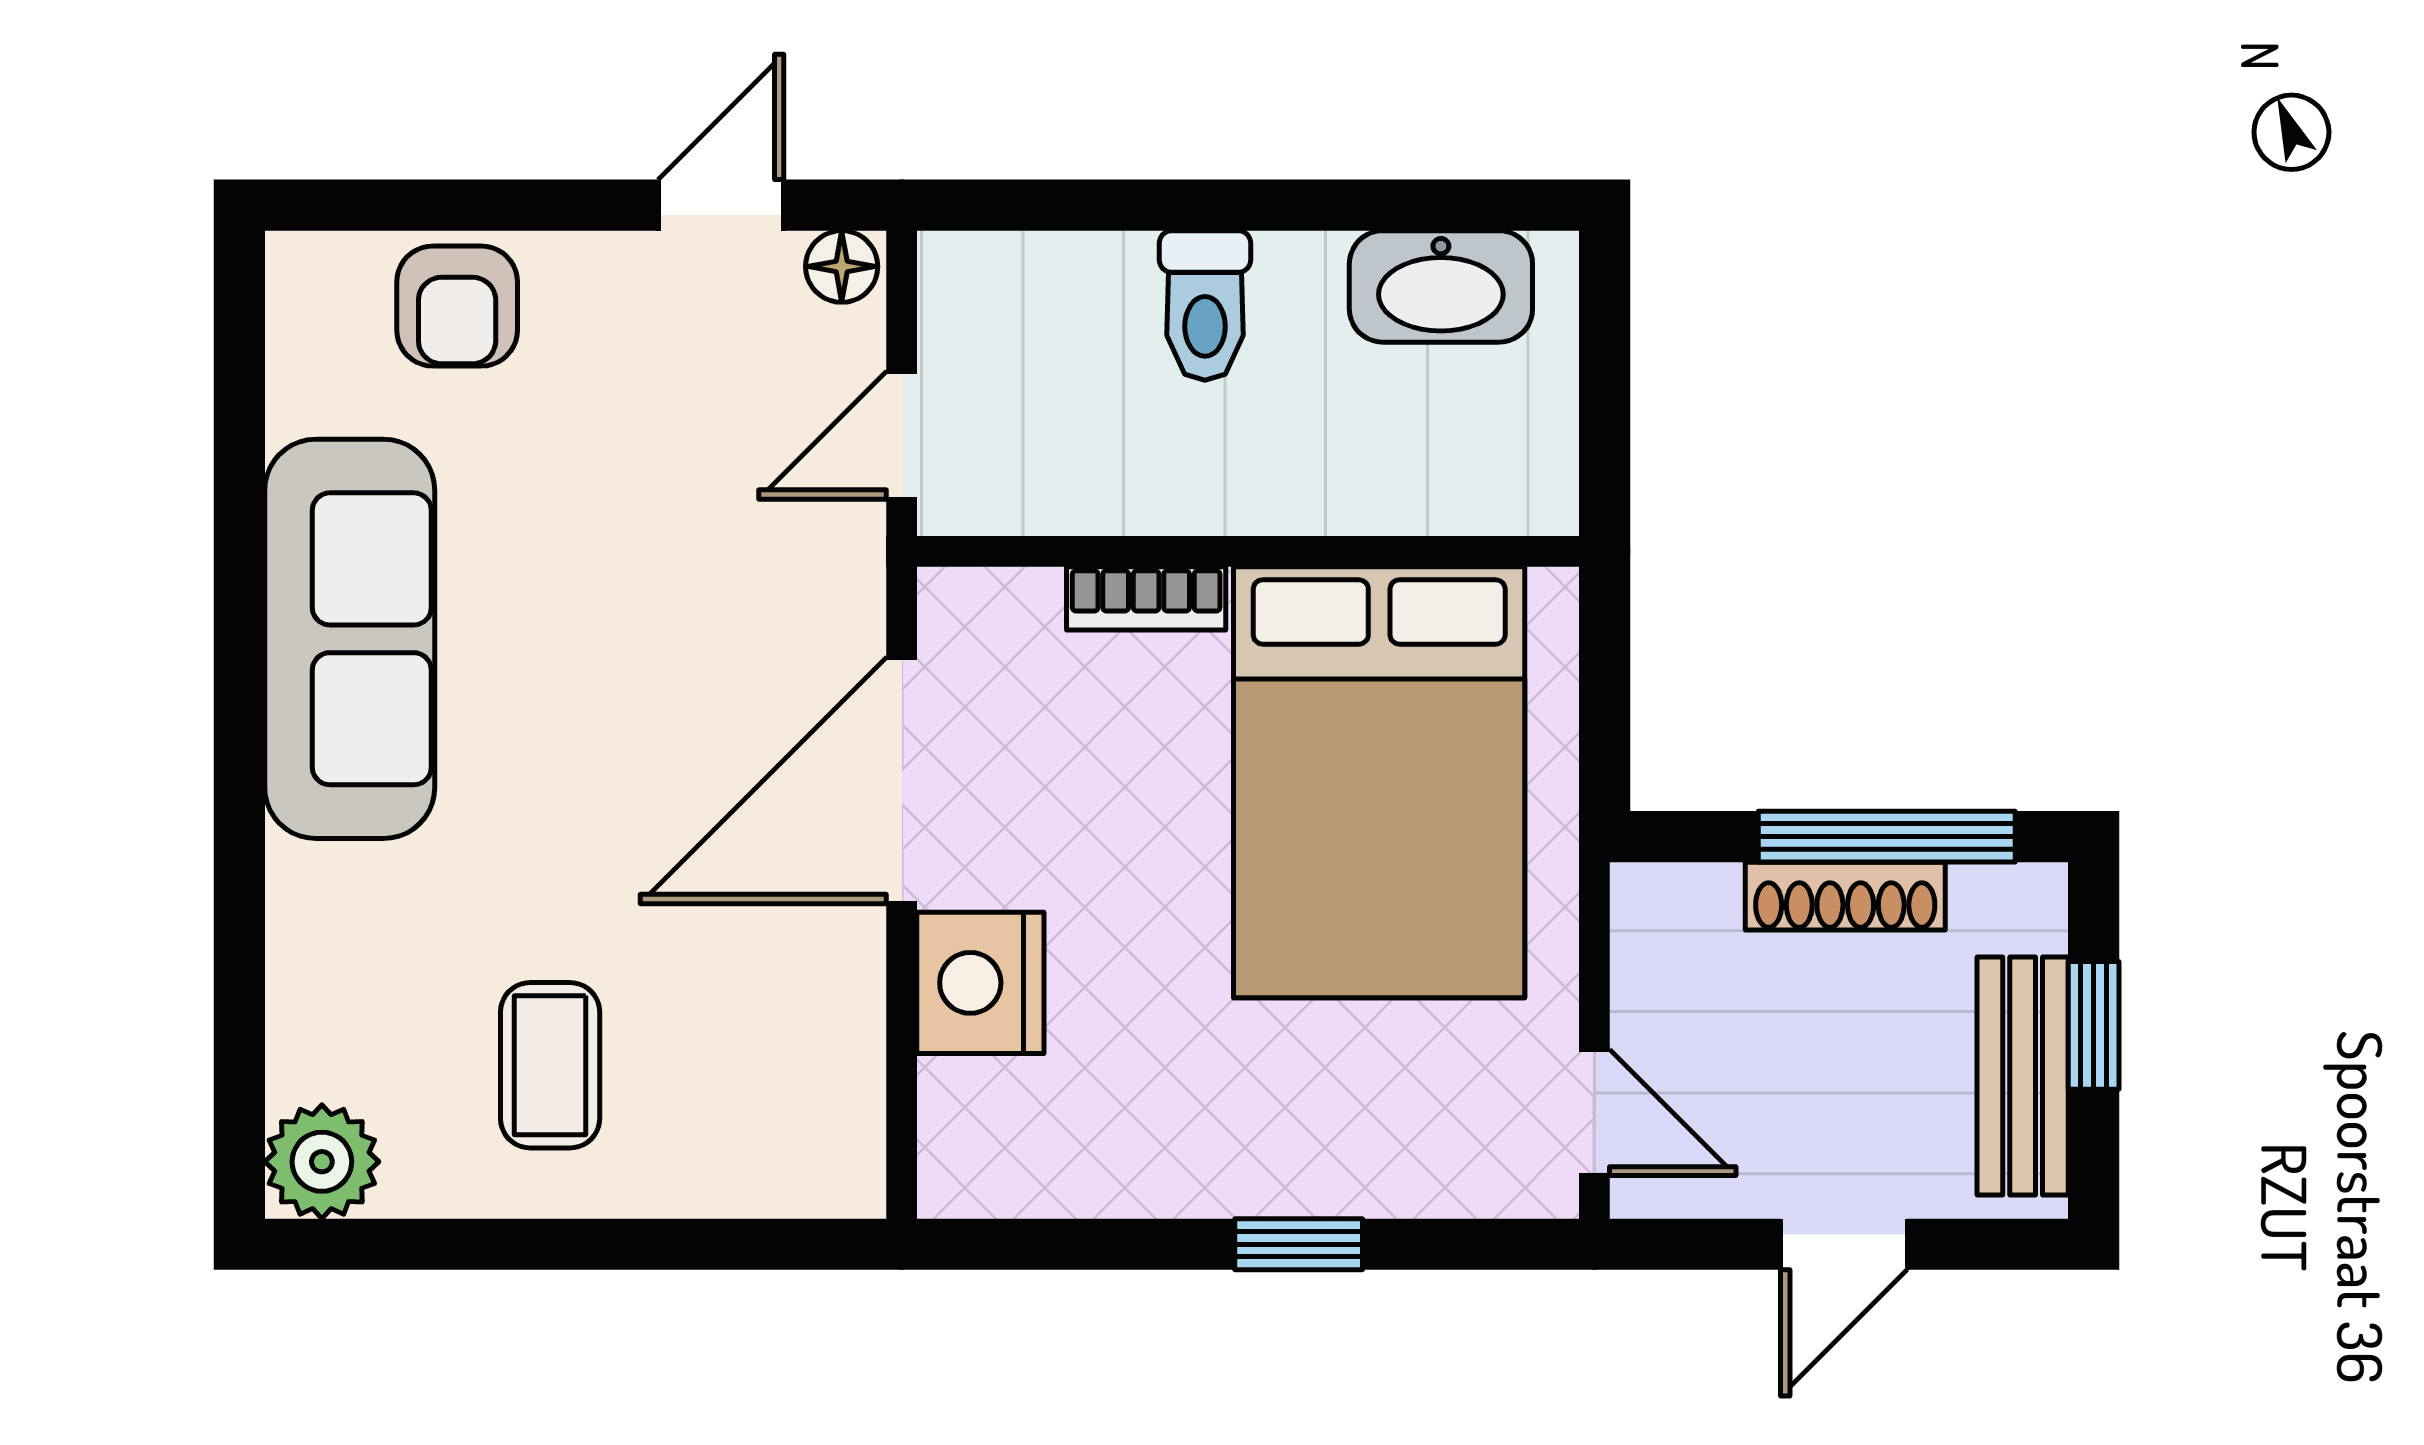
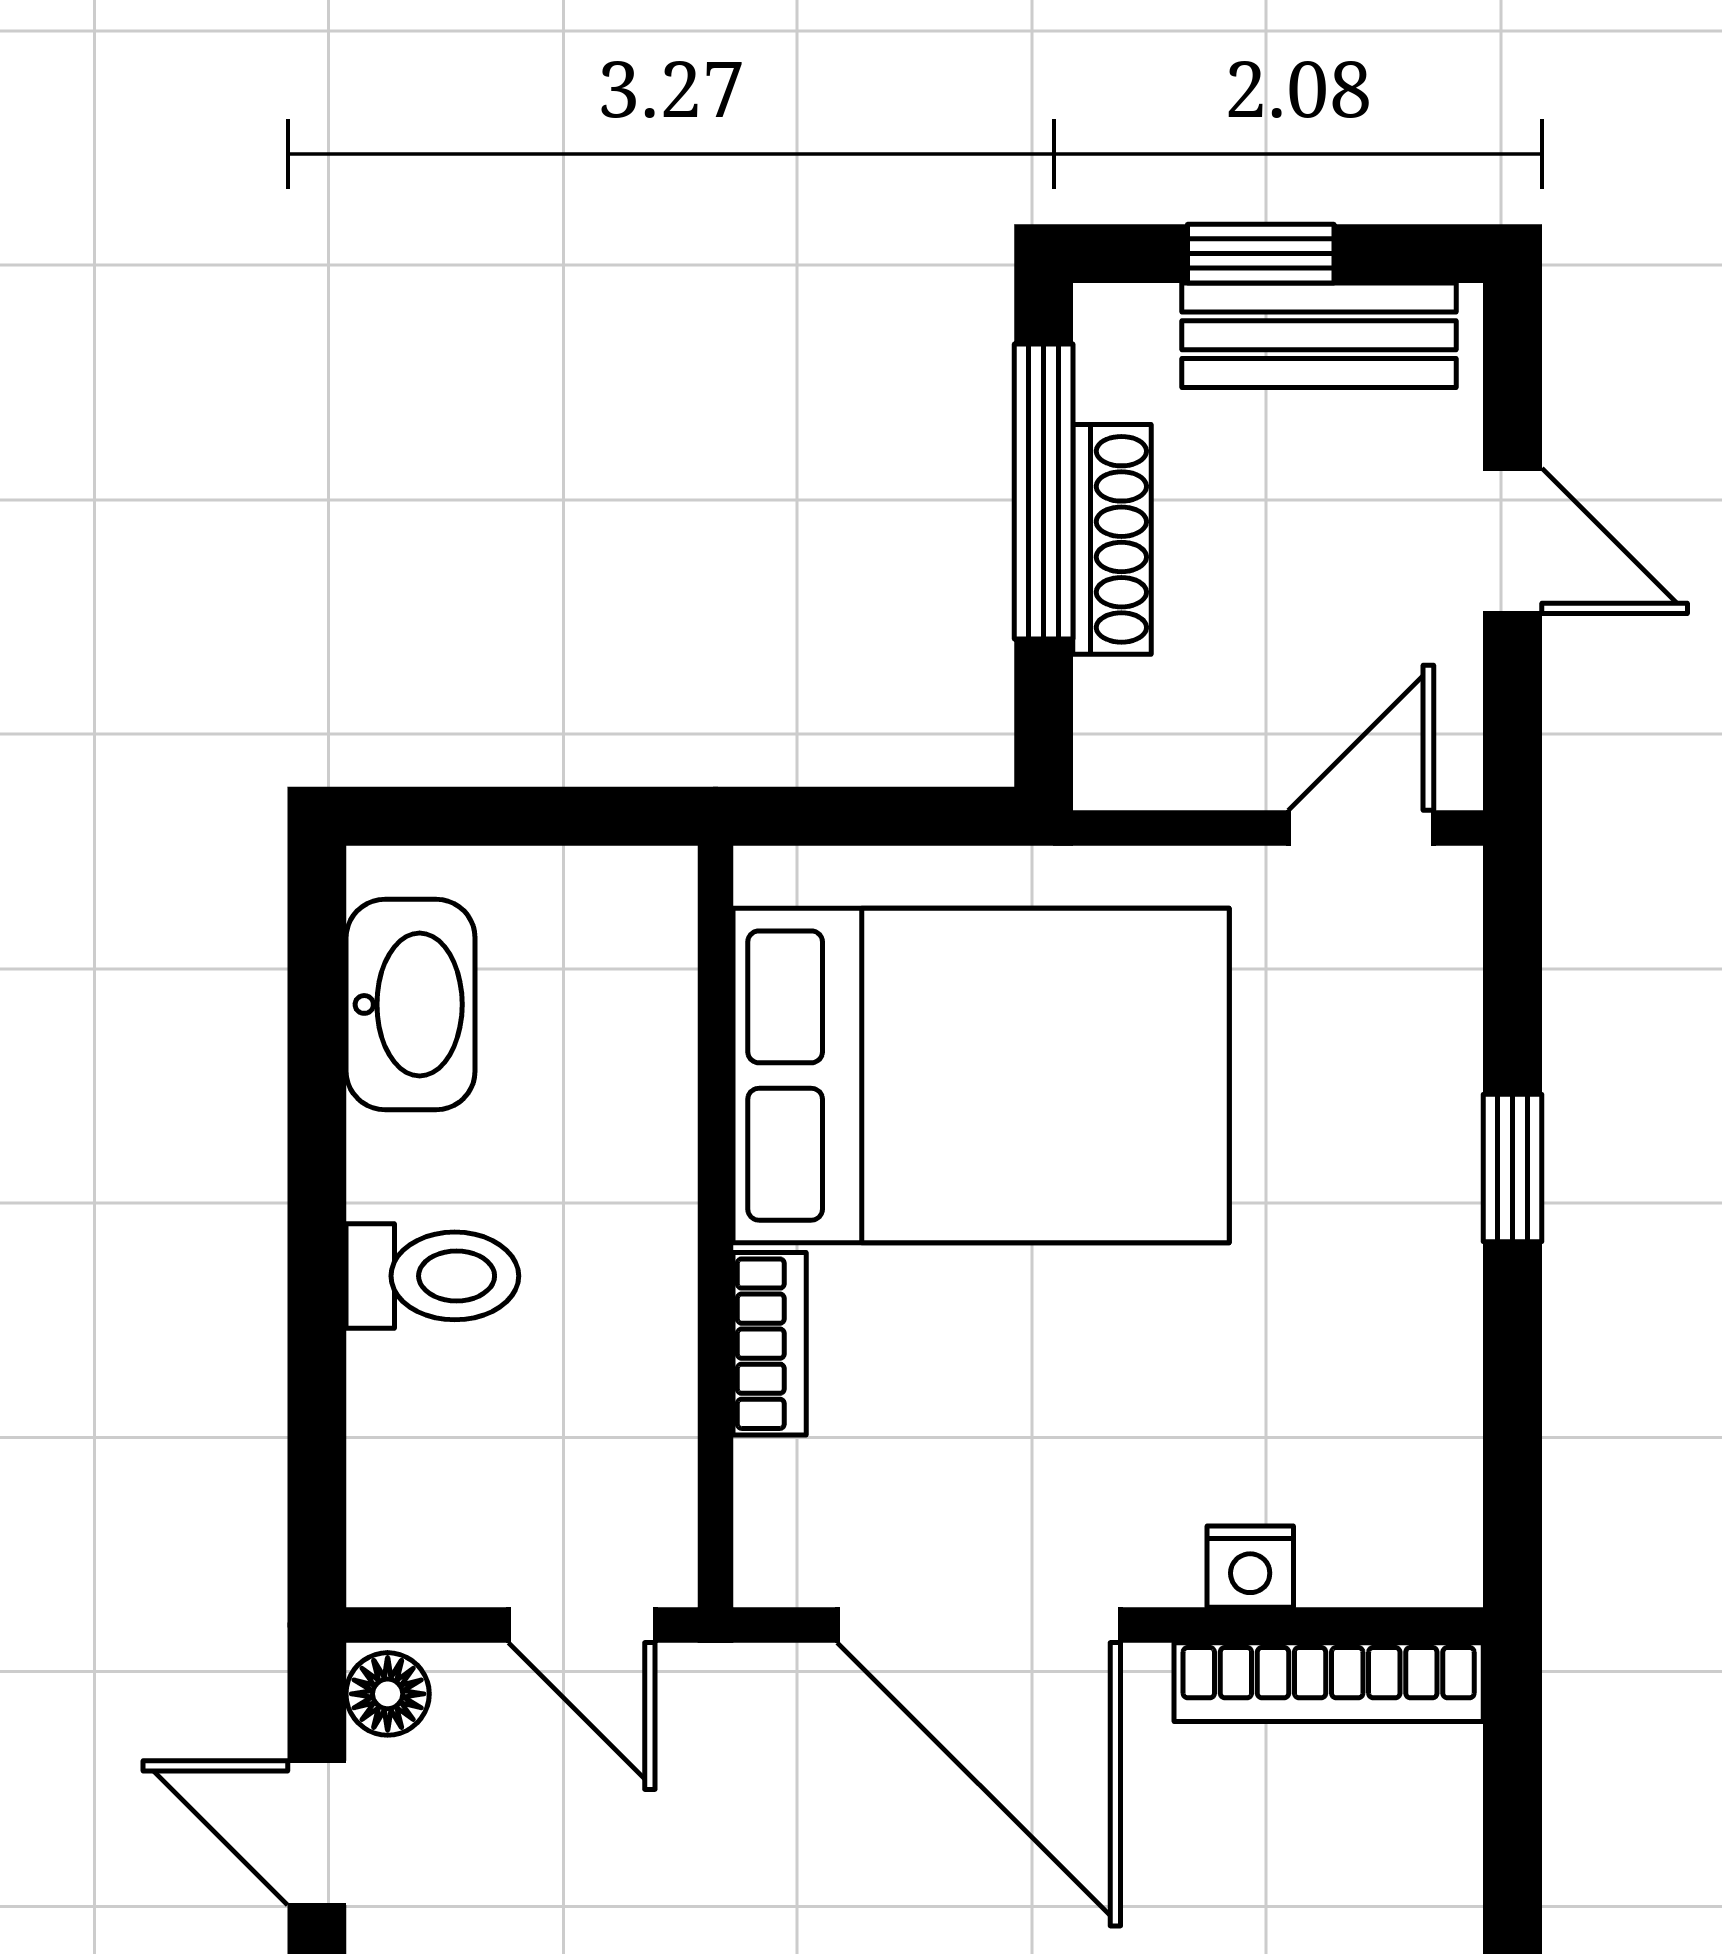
nightstand: (980, 983) -> (1250, 1567), width x0.53, depth x0.56
bookcase: (852, 1084) -> (1329, 1682), added

